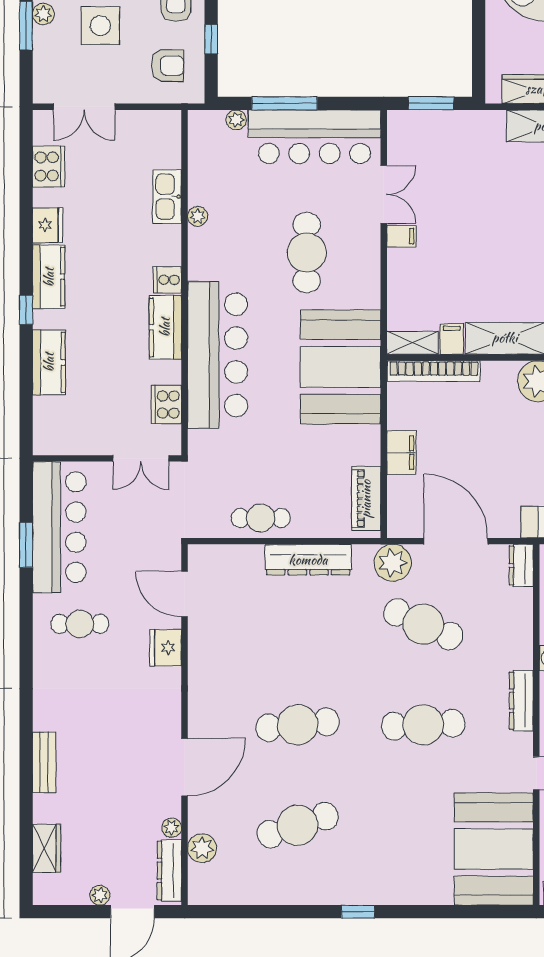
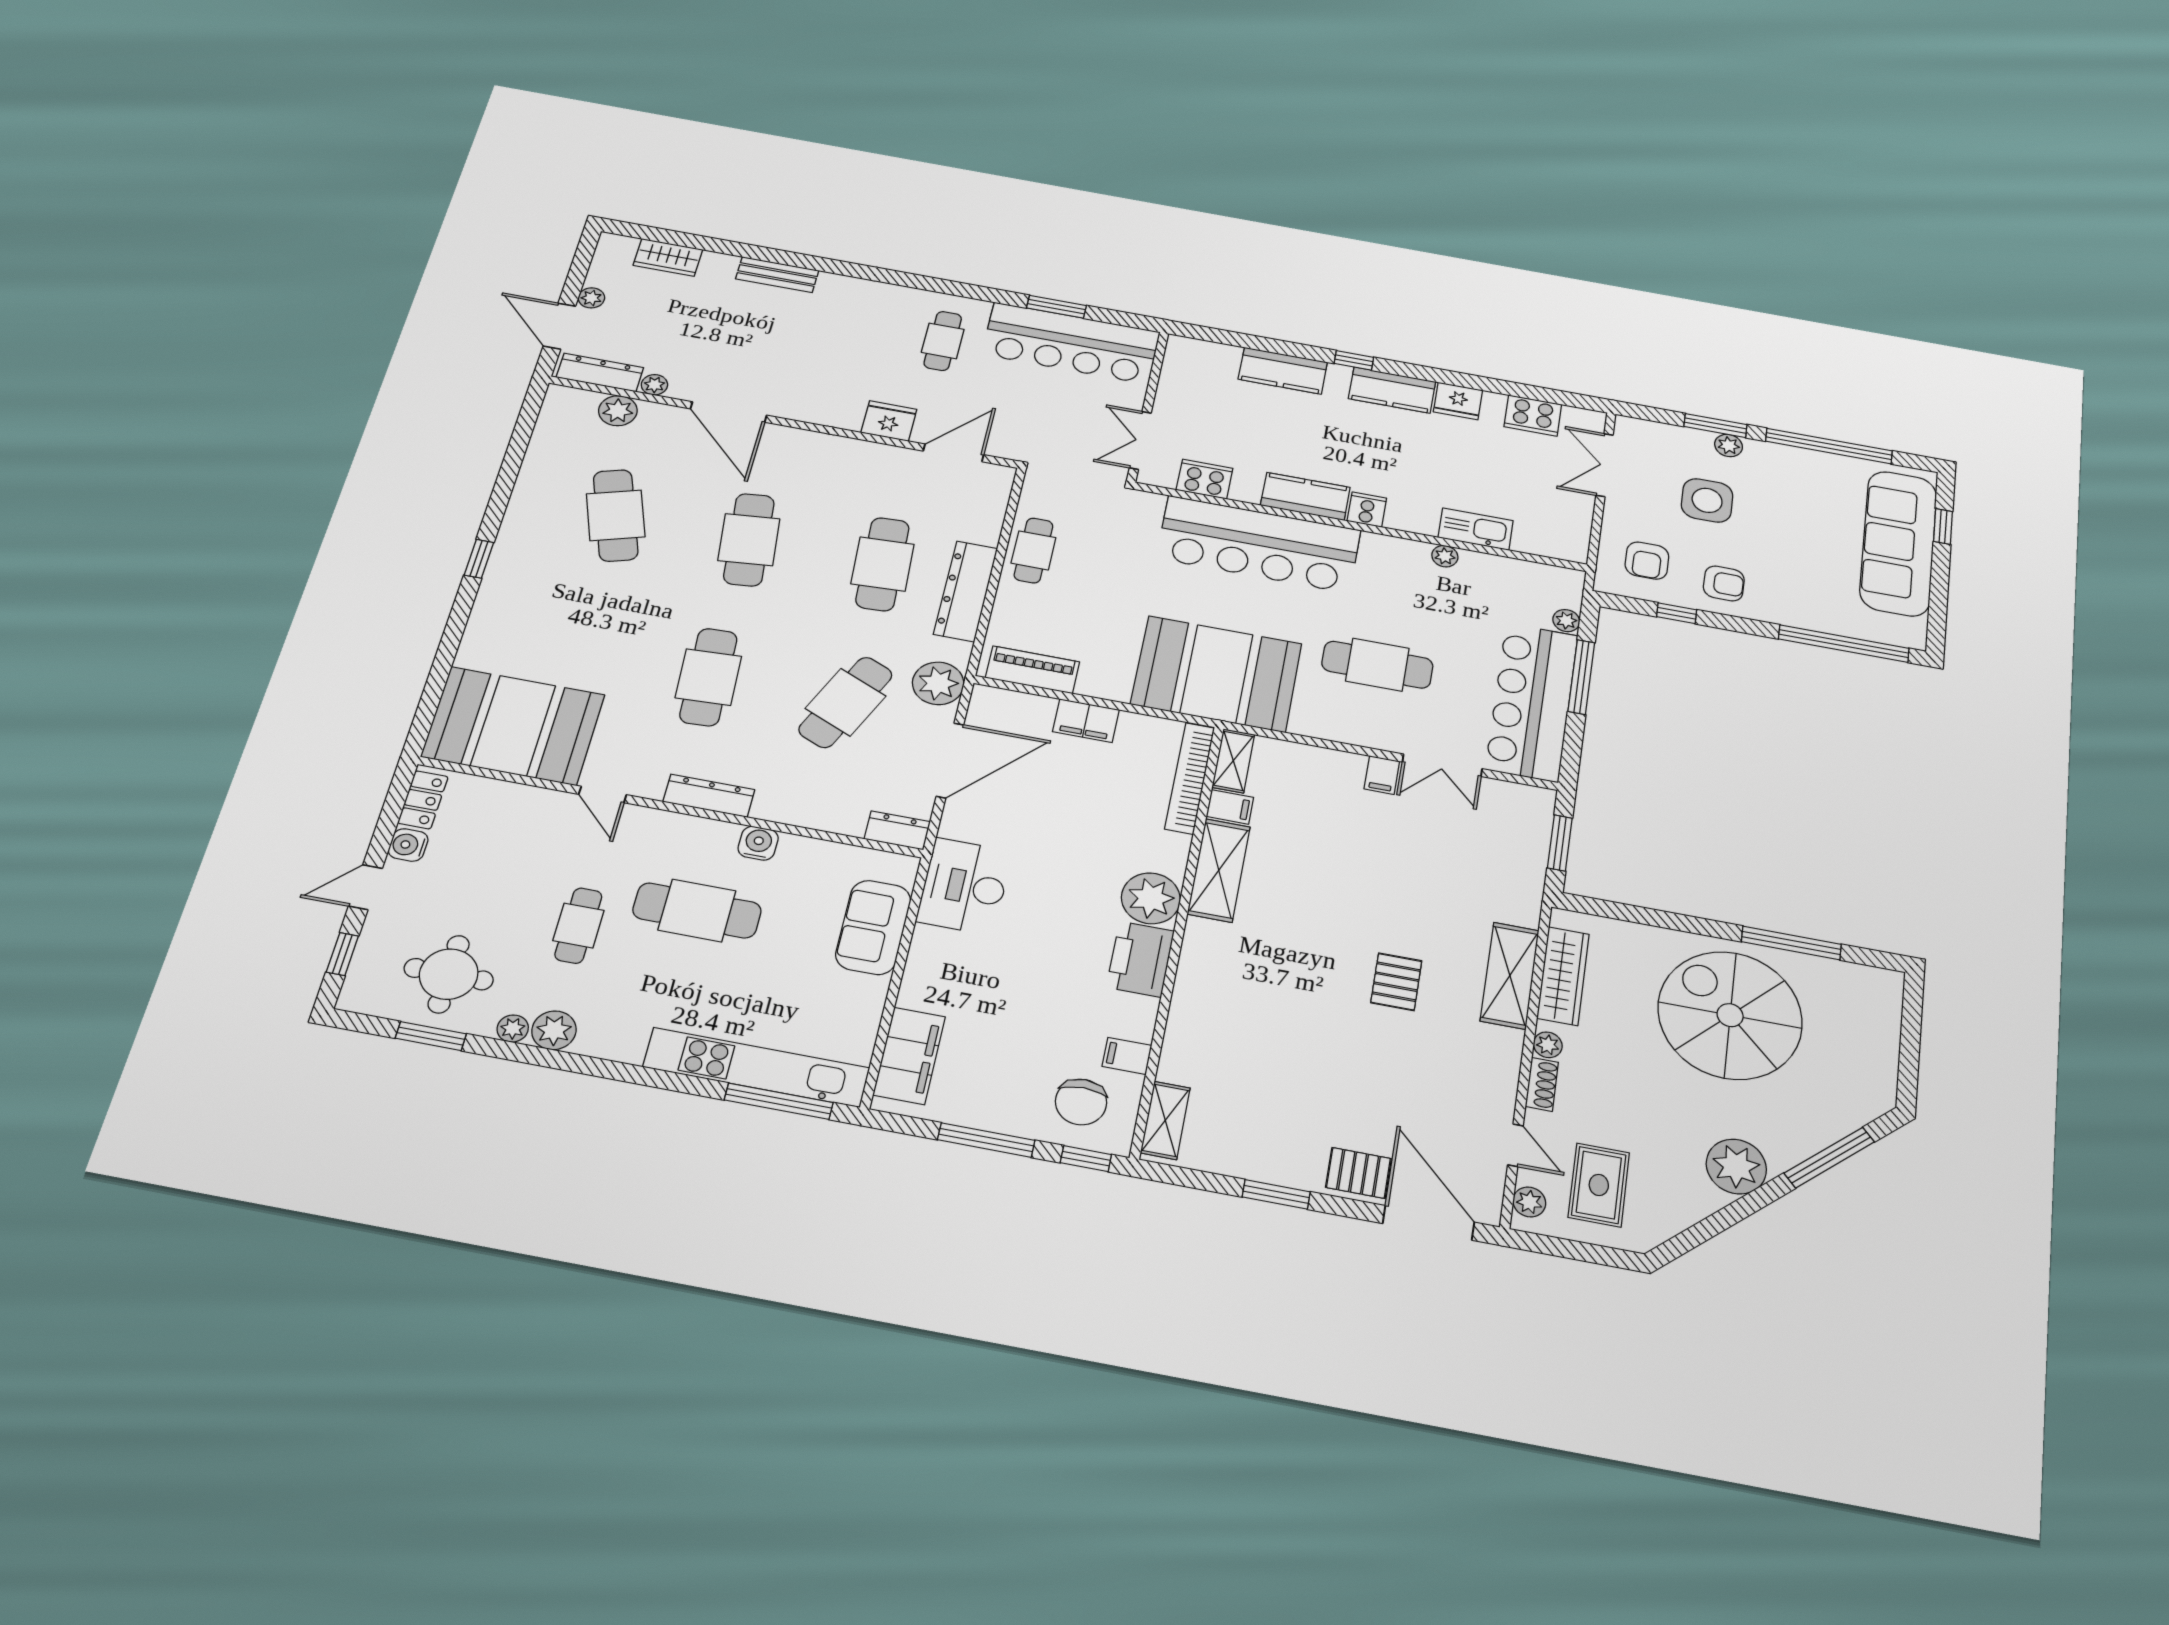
cafe table: (298, 624) -> (883, 564), added

